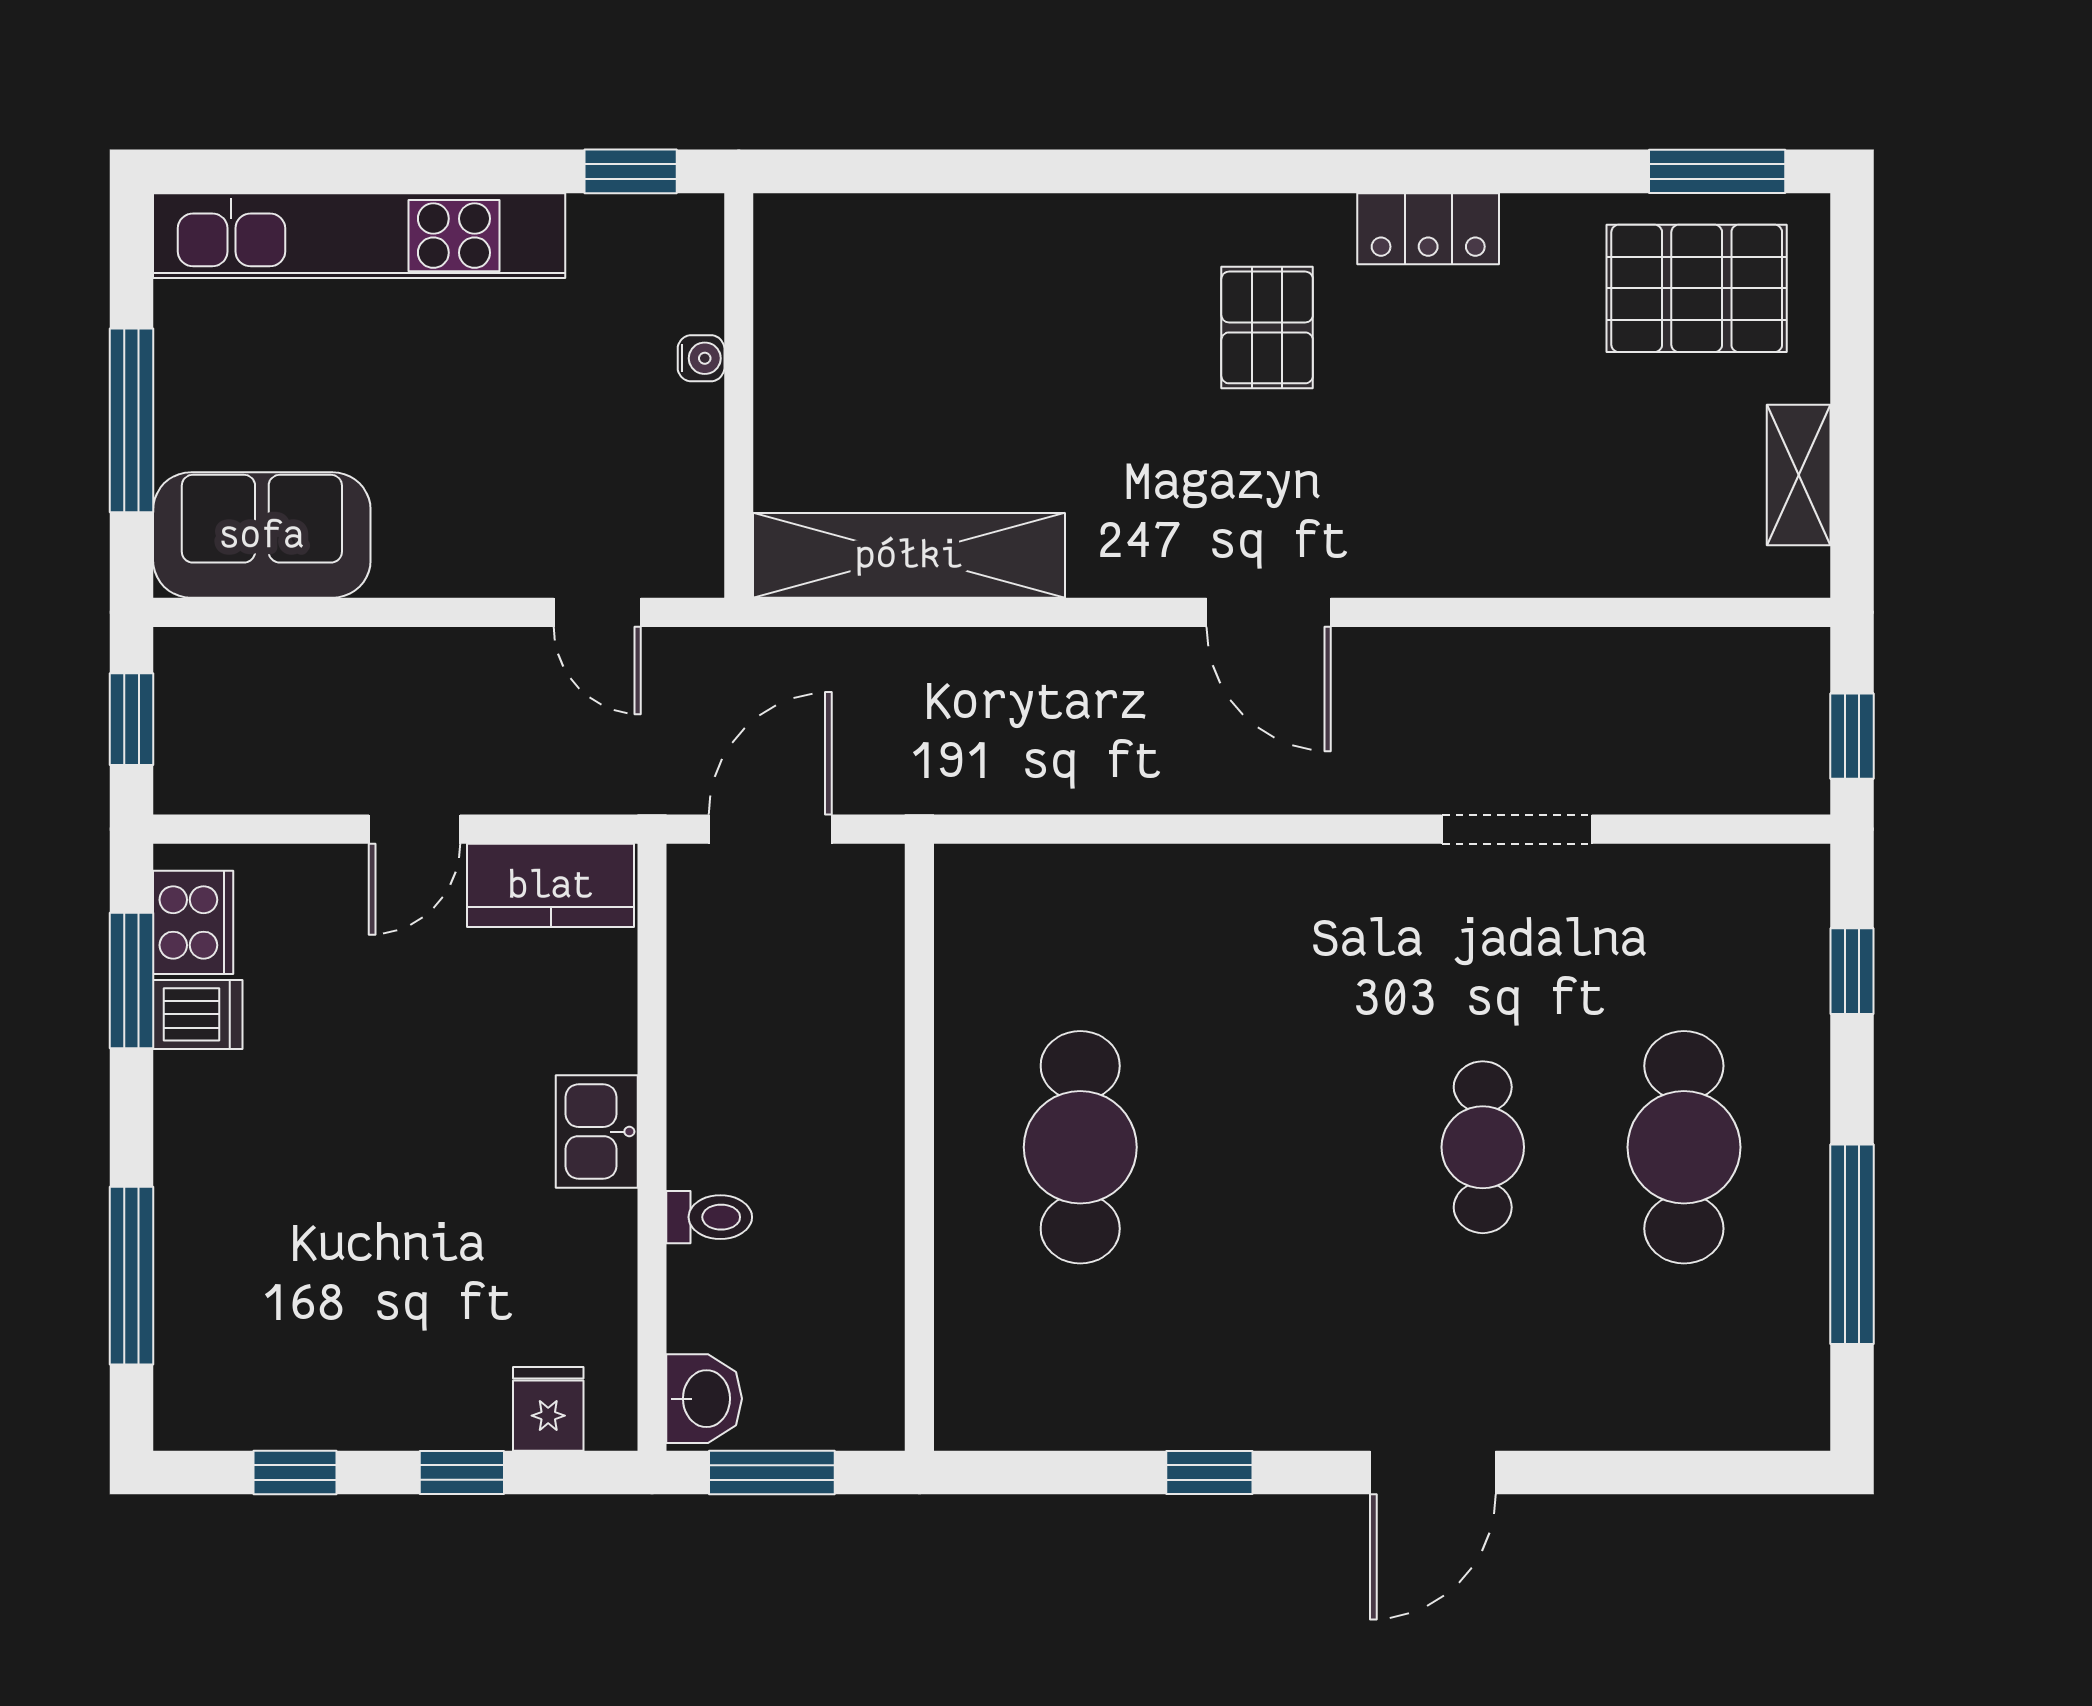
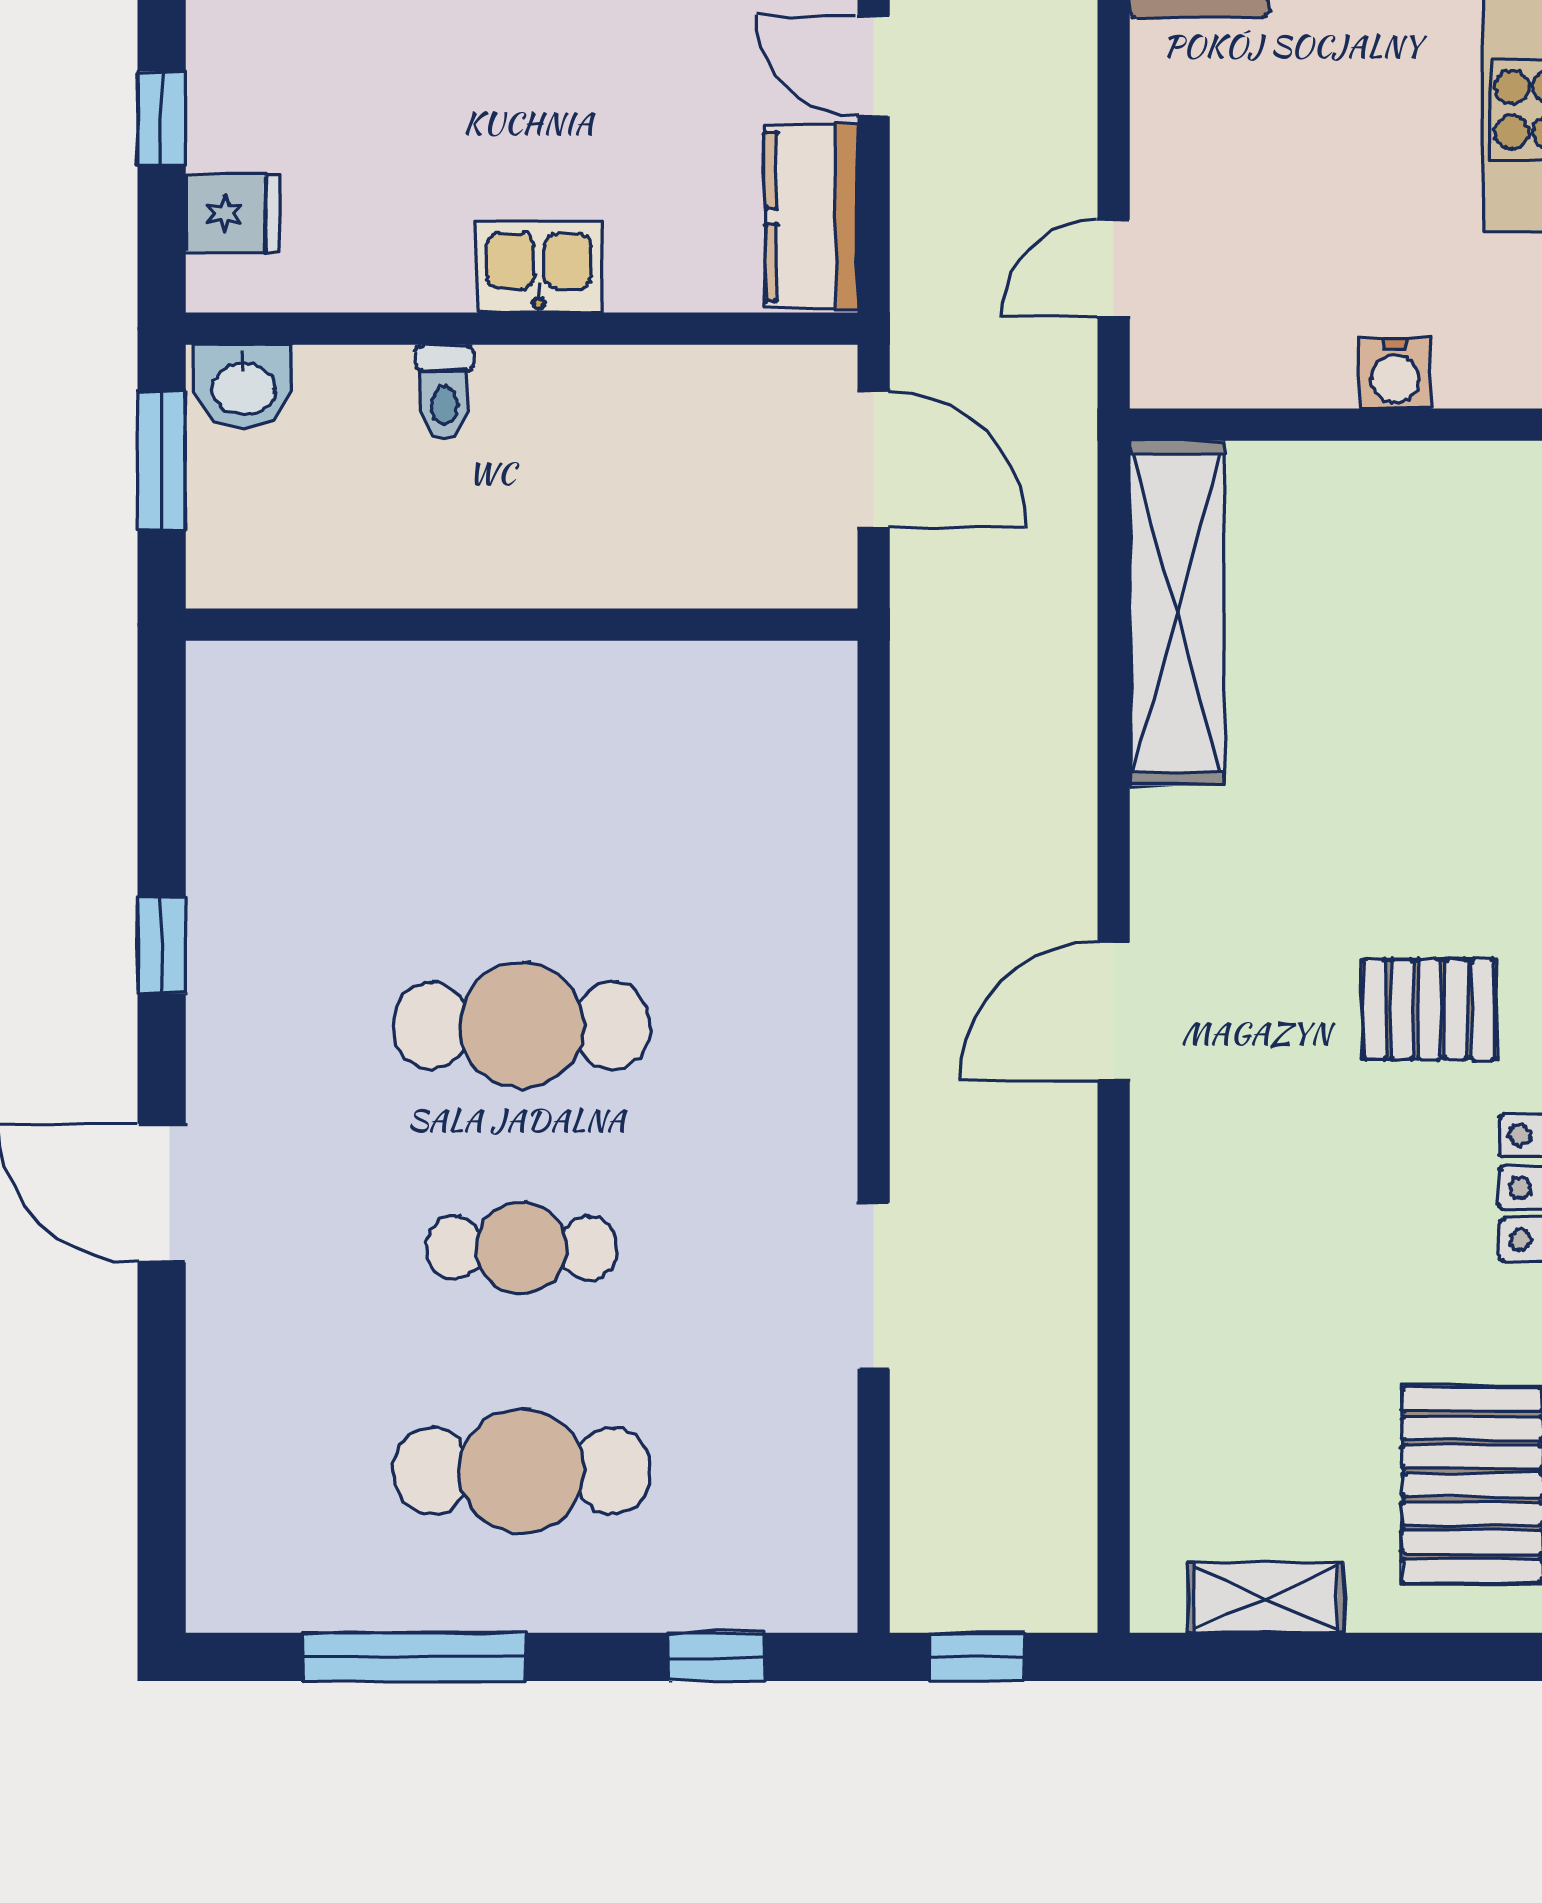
water cooler: (701, 358) -> (1395, 373), width x1.38, depth x1.38
cafe table: (1080, 1147) -> (522, 1025), moved

